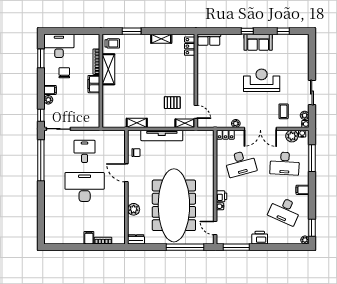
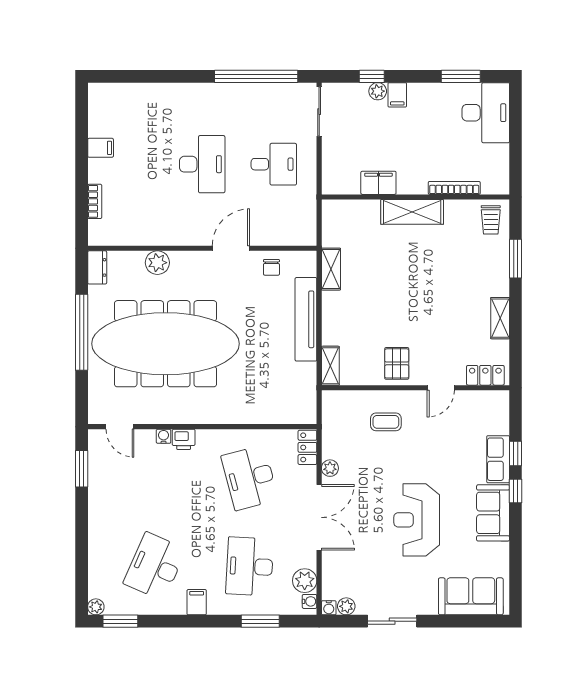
window: (283, 31) -> (516, 454), moved
row of seats: (209, 40) -> (498, 459), moved
sofa: (300, 53) -> (471, 596), added
shelving: (108, 69) -> (412, 212), moved
chair: (64, 73) -> (432, 123), removed
reception desk: (262, 80) -> (417, 520), turned 180
filing cabinet: (94, 84) -> (378, 183), moved
pallet: (172, 103) -> (397, 363), moved
coffee table: (284, 111) -> (386, 422), moved
door: (196, 112) -> (441, 388), moved
window: (41, 115) -> (372, 76), moved
double door: (260, 129) -> (319, 517), swing flipped
window: (312, 158) -> (260, 621), width x0.69
desk: (85, 187) -> (202, 164), width x0.73, depth x0.77
door: (215, 228) -> (120, 427), swing flipped
filing cabinet: (89, 238) -> (101, 148), moved
printer: (260, 238) -> (101, 516), removed
window: (185, 247) -> (82, 332), moved
window: (236, 247) -> (82, 469), width x0.69

